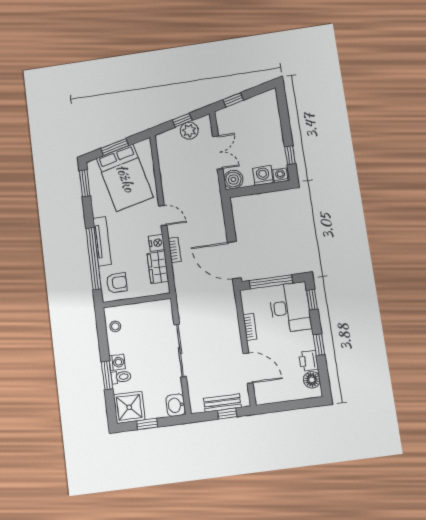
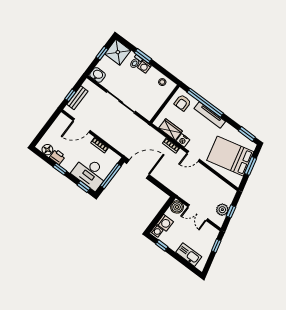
kitchen sink: (271, 118) -> (189, 255), added

